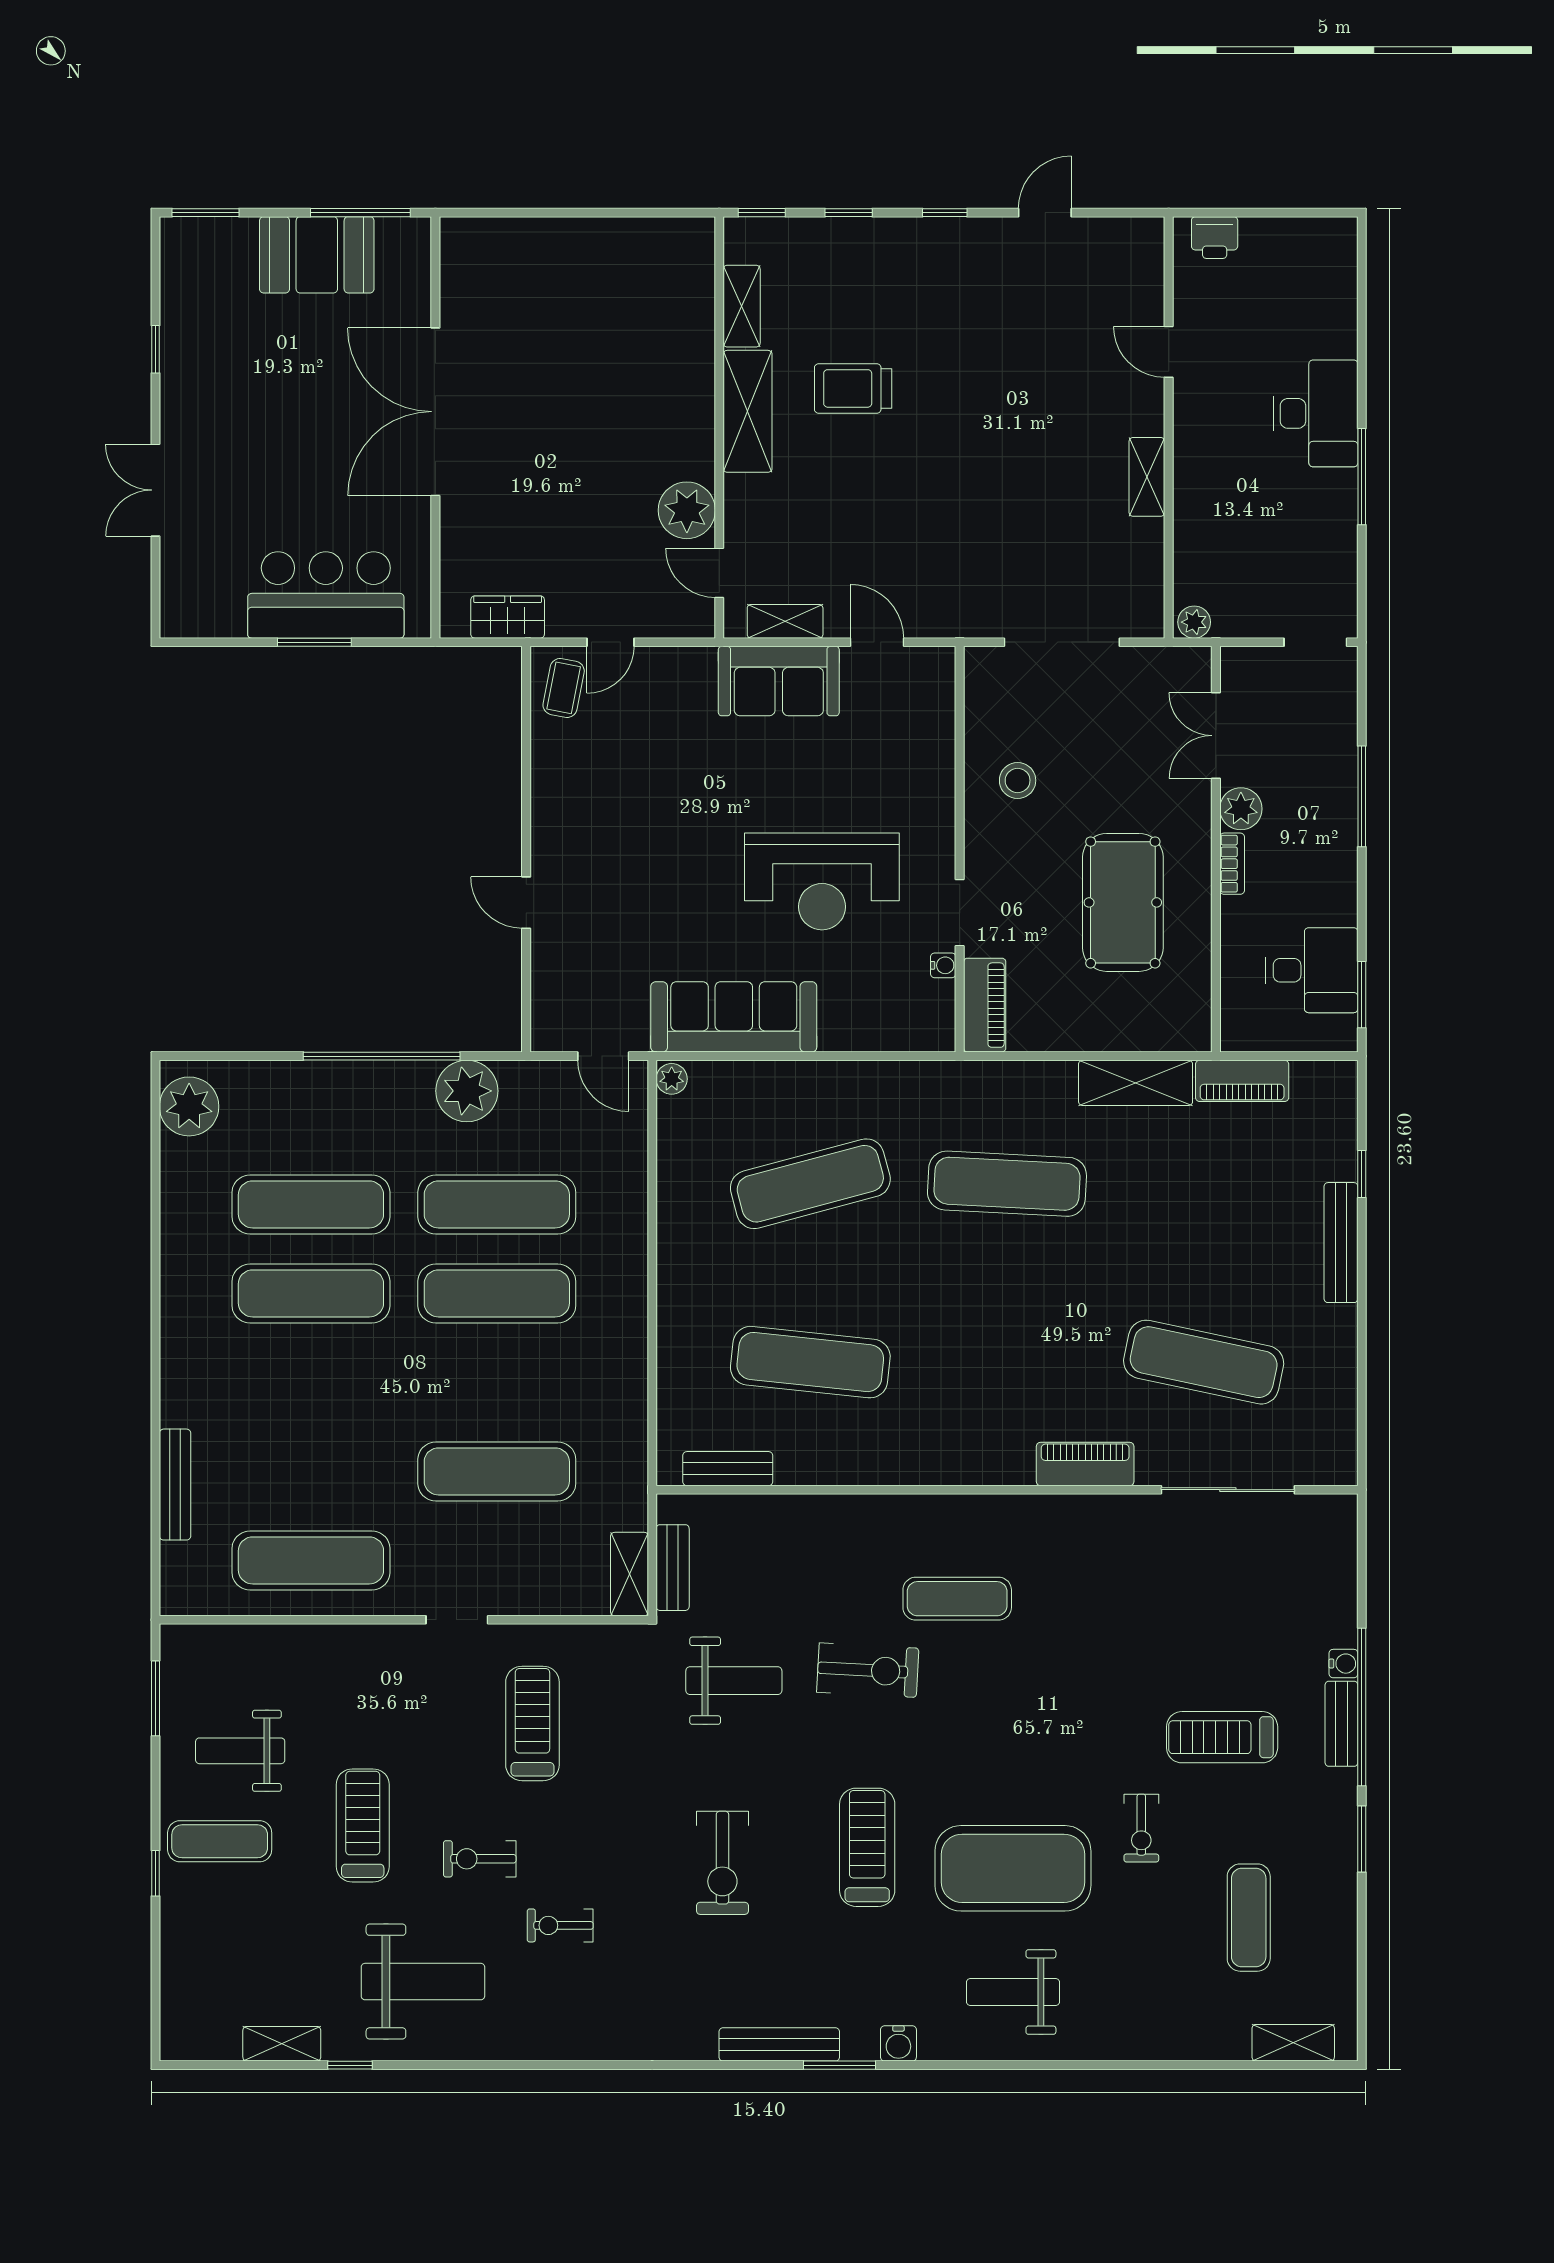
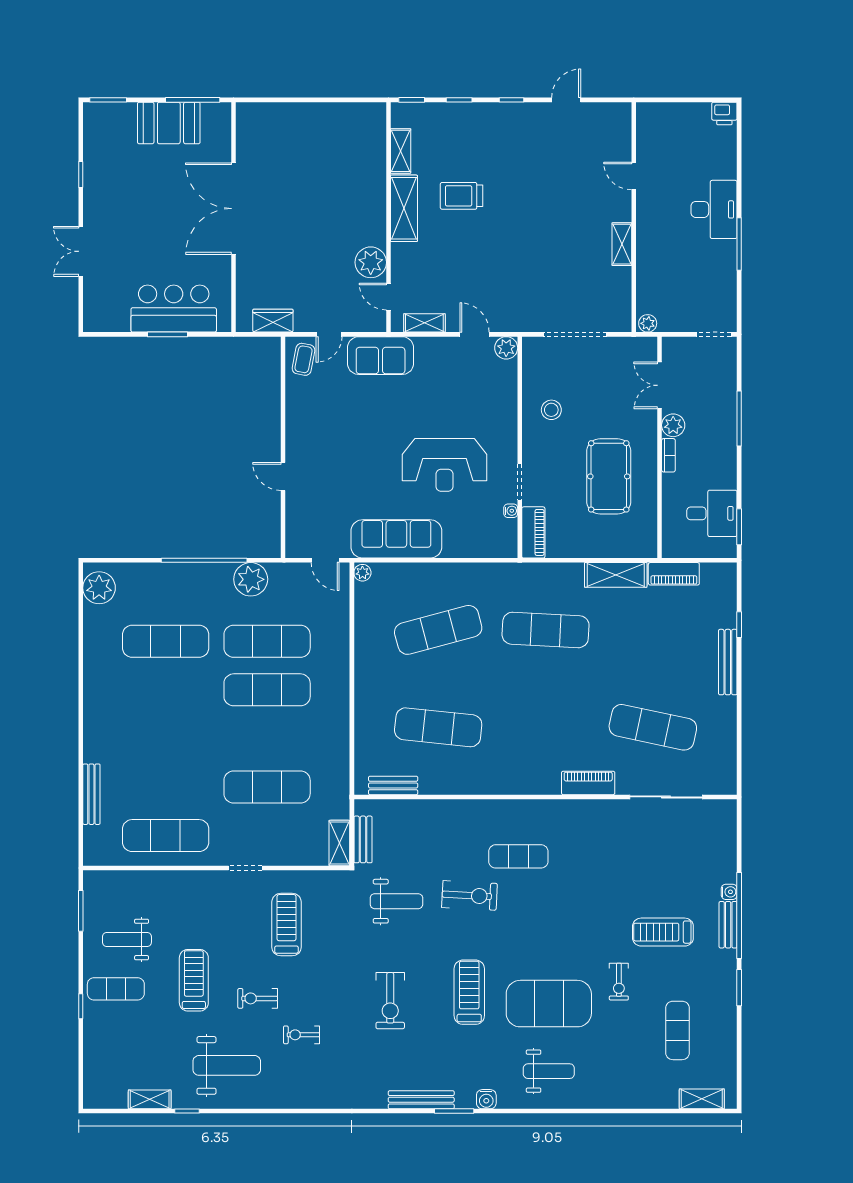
printer: (1215, 238) -> (724, 113), moved
plant: (935, 667) -> (506, 348), added
sofa: (779, 681) -> (381, 356), moved
exercise mat: (311, 1293) -> (166, 690), removed
weight bench: (1013, 1992) -> (549, 1071), turned 180

